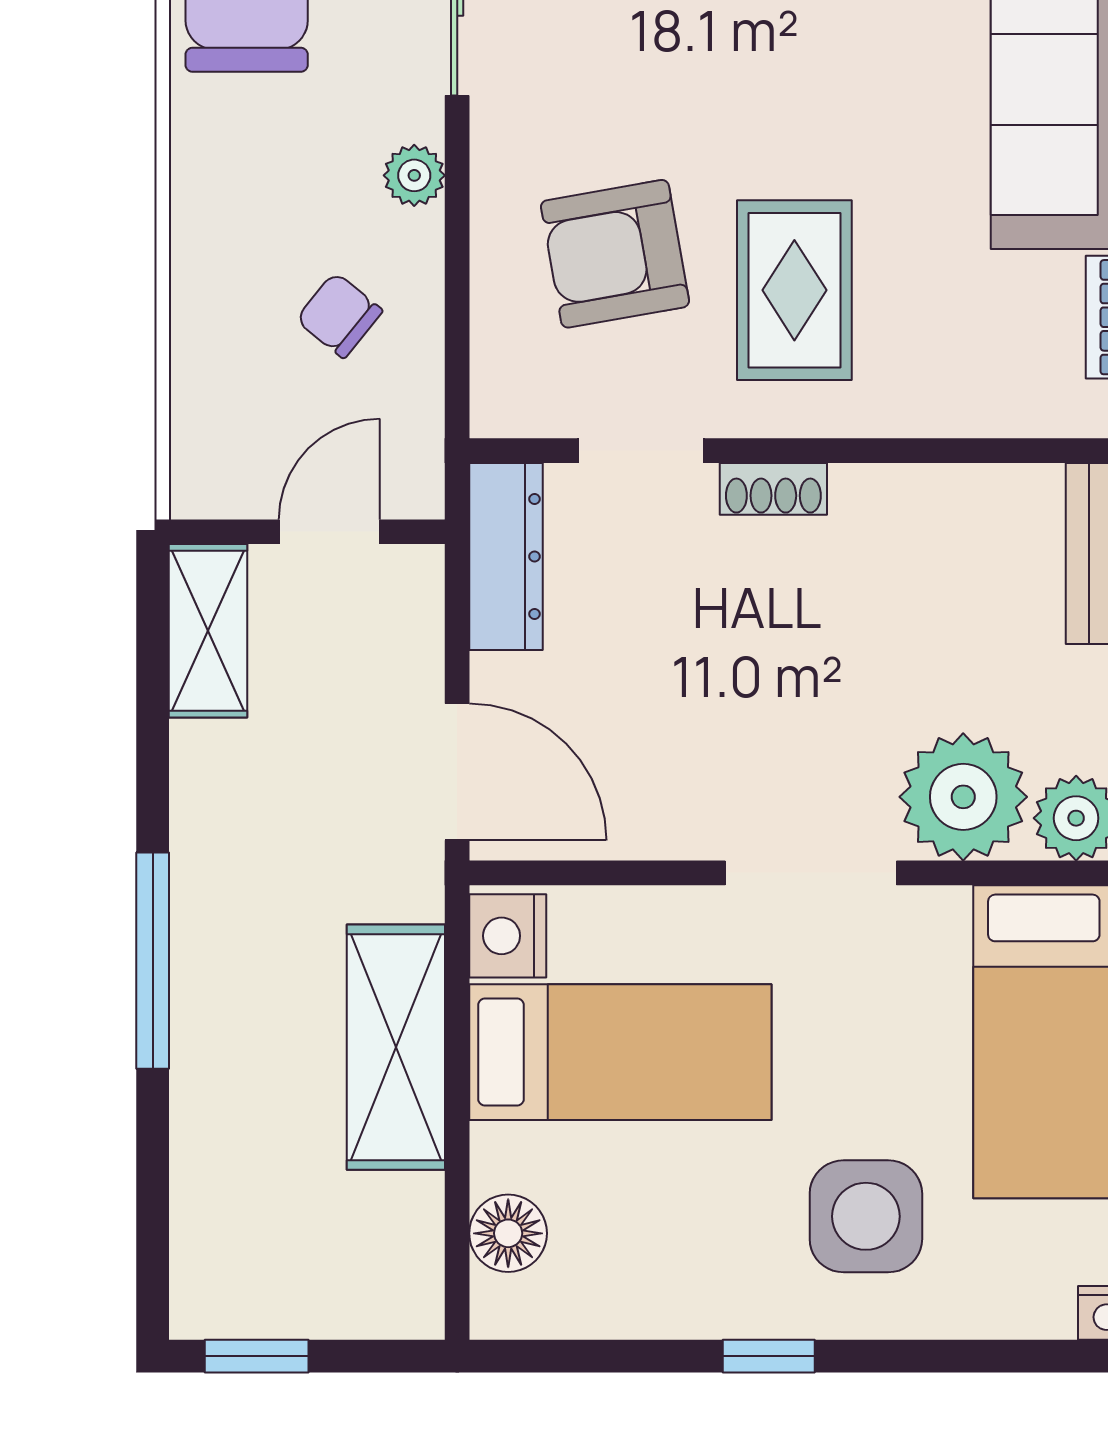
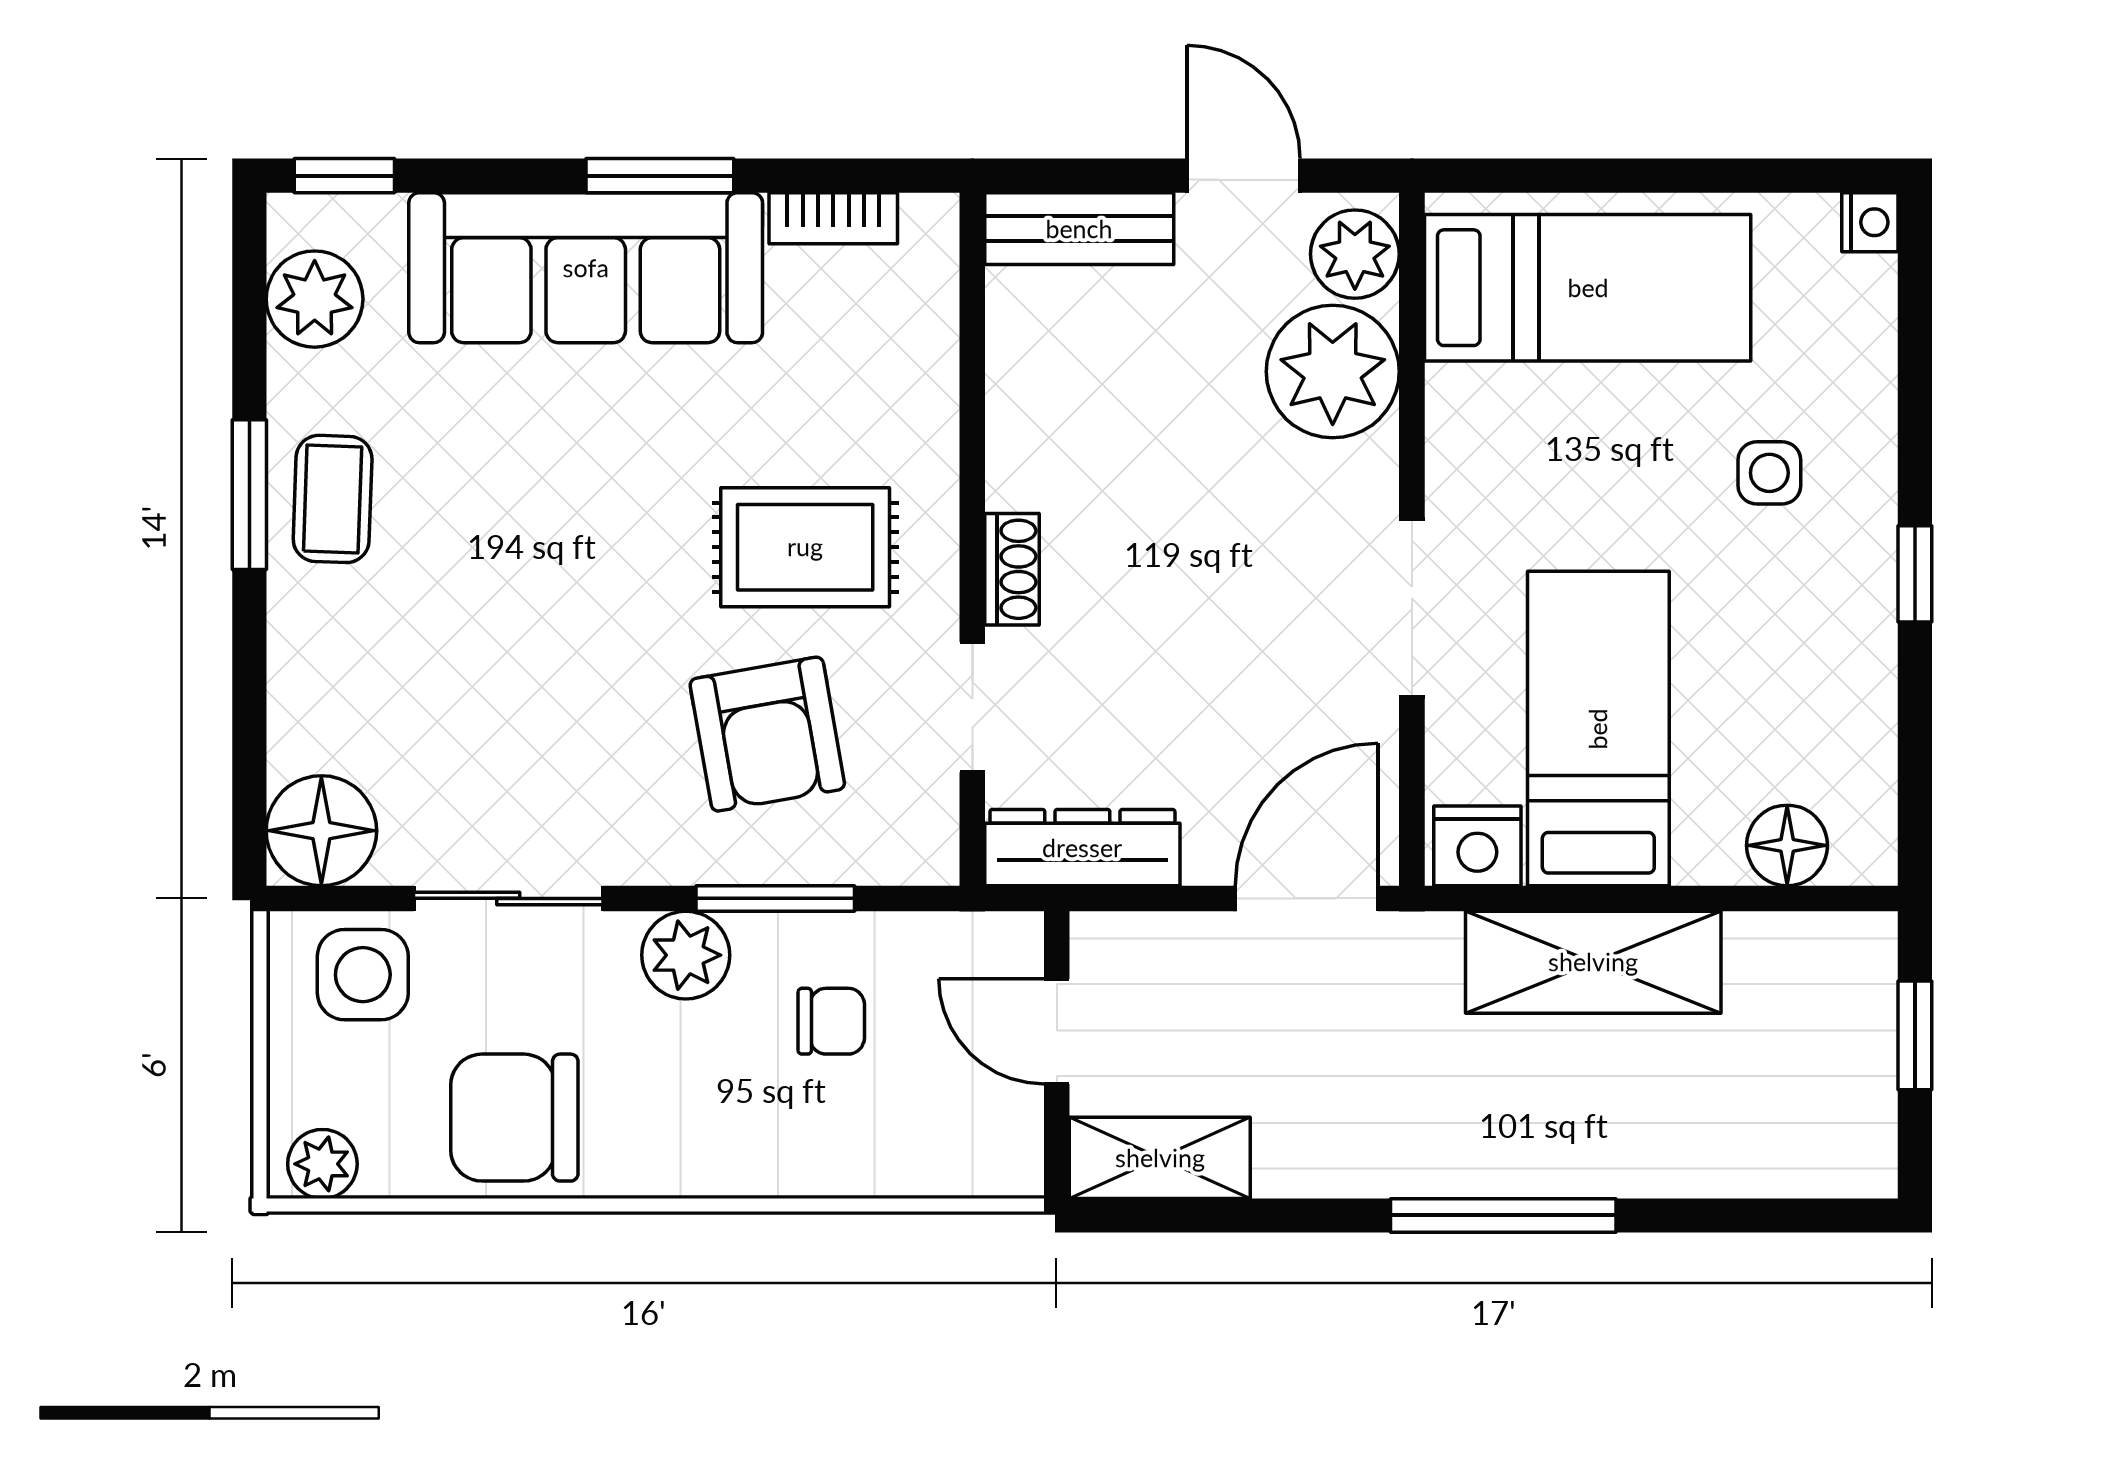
plant: (414, 175) -> (686, 955), width x1.38, depth x1.38
window: (457, 261) -> (775, 898), added
chair: (339, 315) -> (831, 1021), turned -129
doorway: (811, 873) -> (1412, 608), moved
side table: (866, 1216) -> (1769, 473), width x0.54, depth x0.54
window: (257, 1356) -> (1915, 1035), moved

